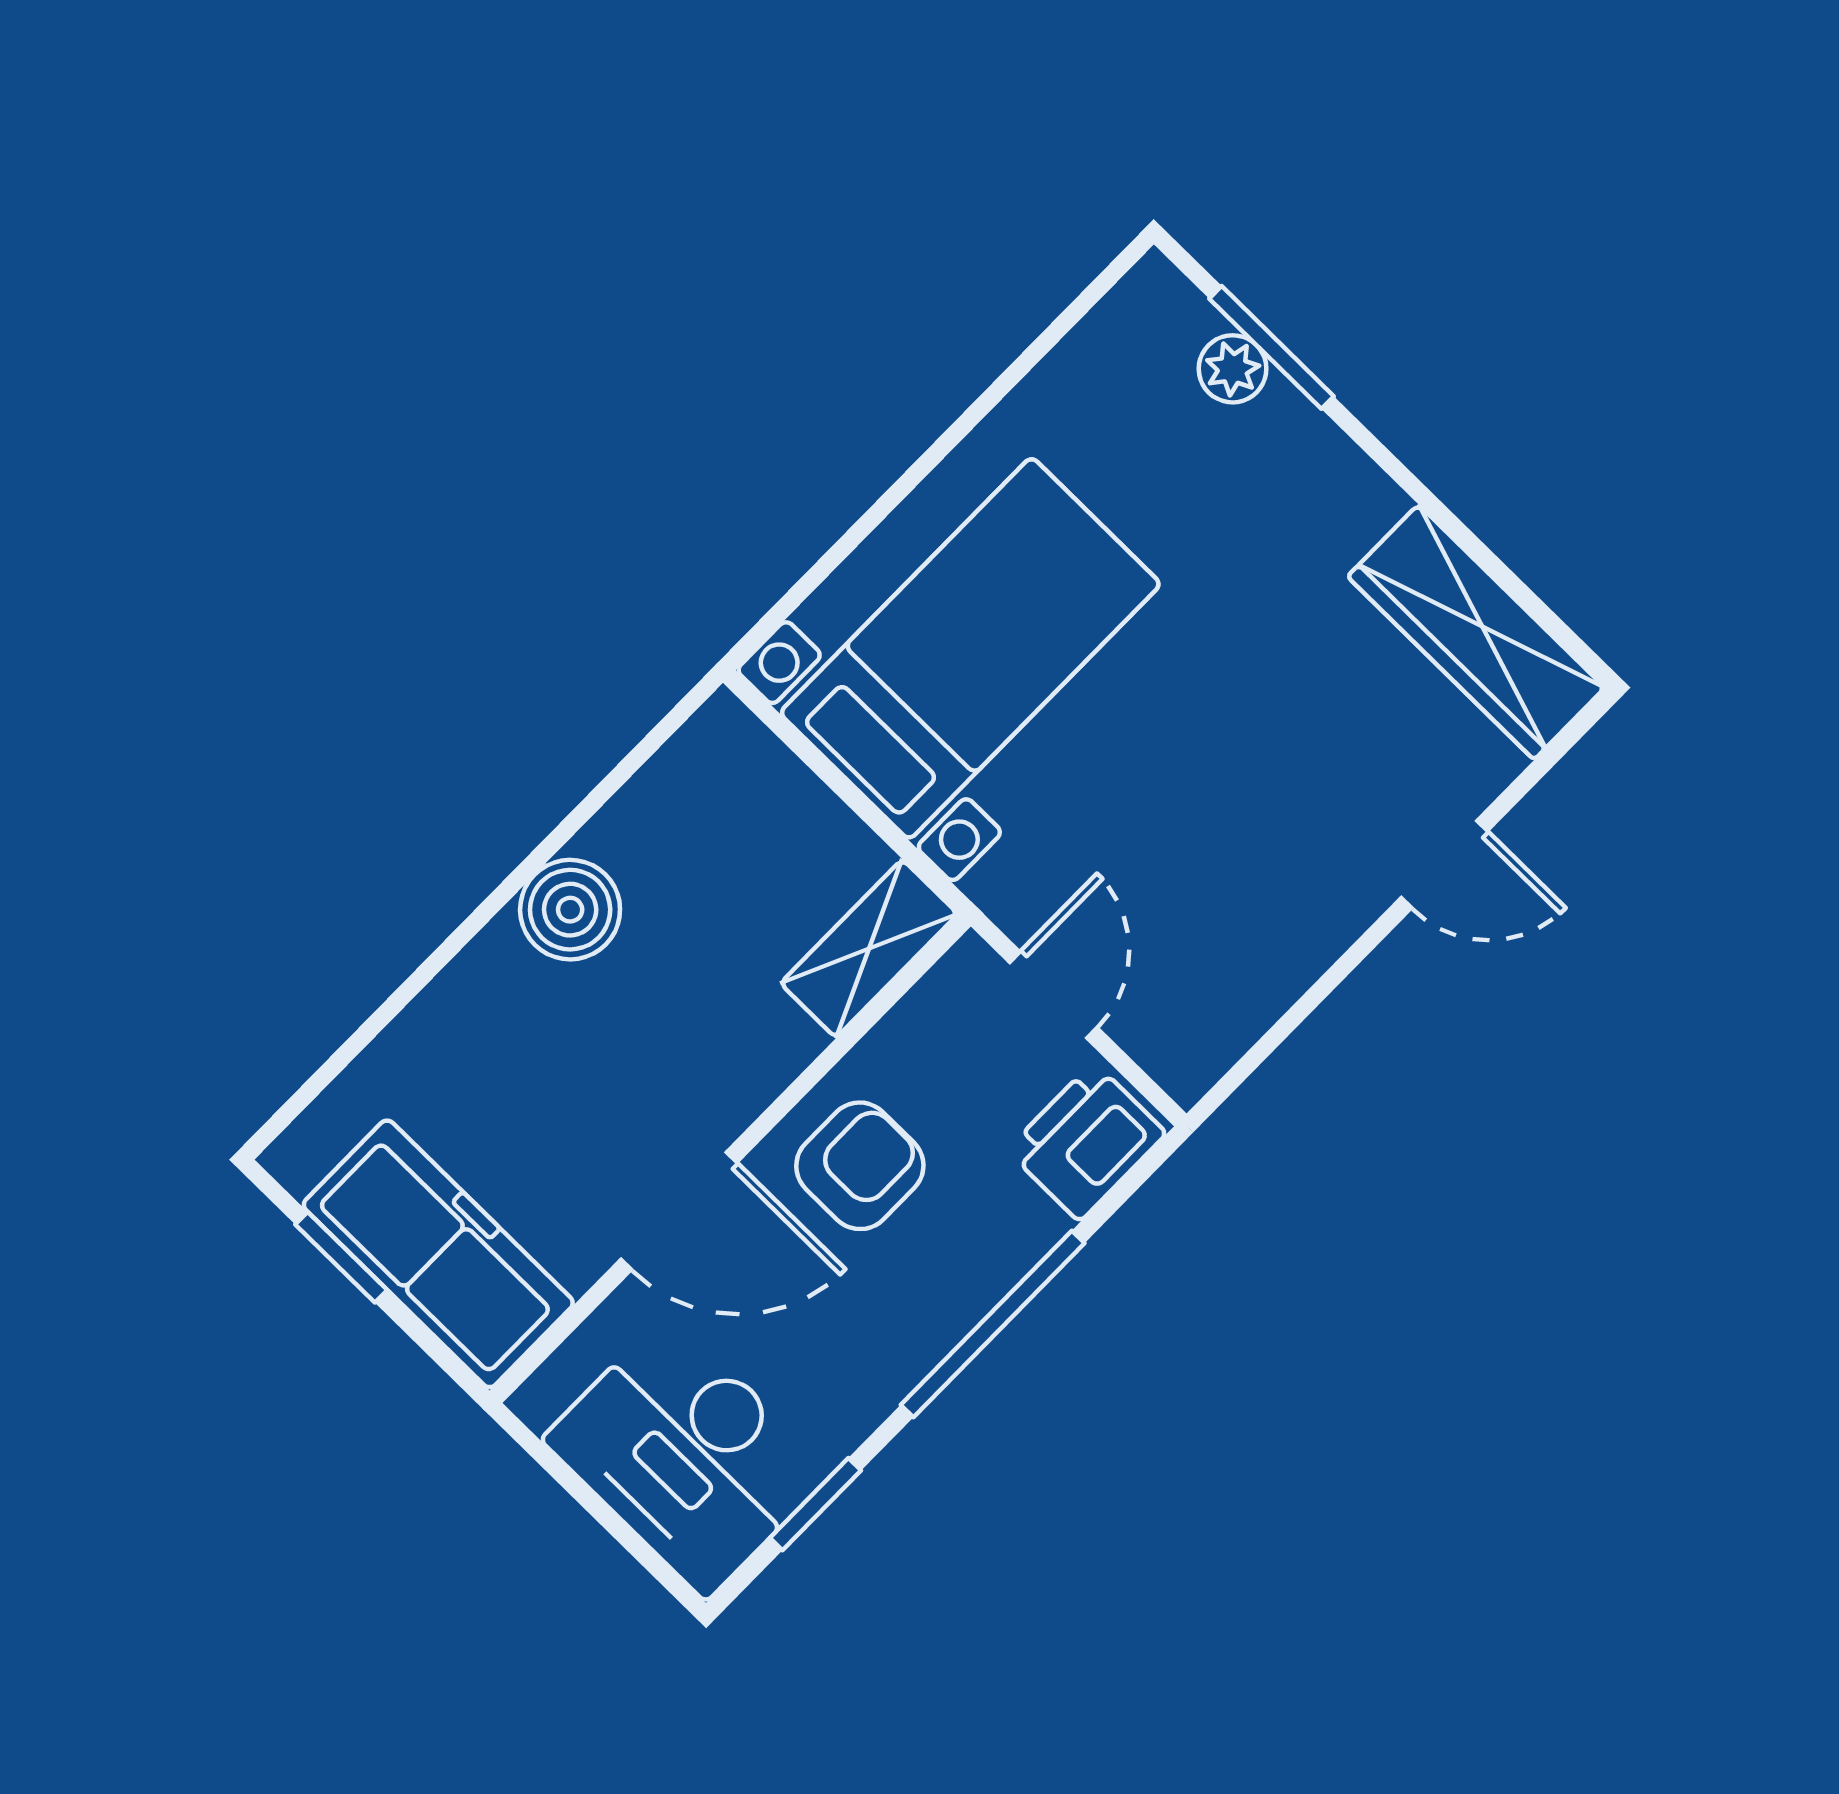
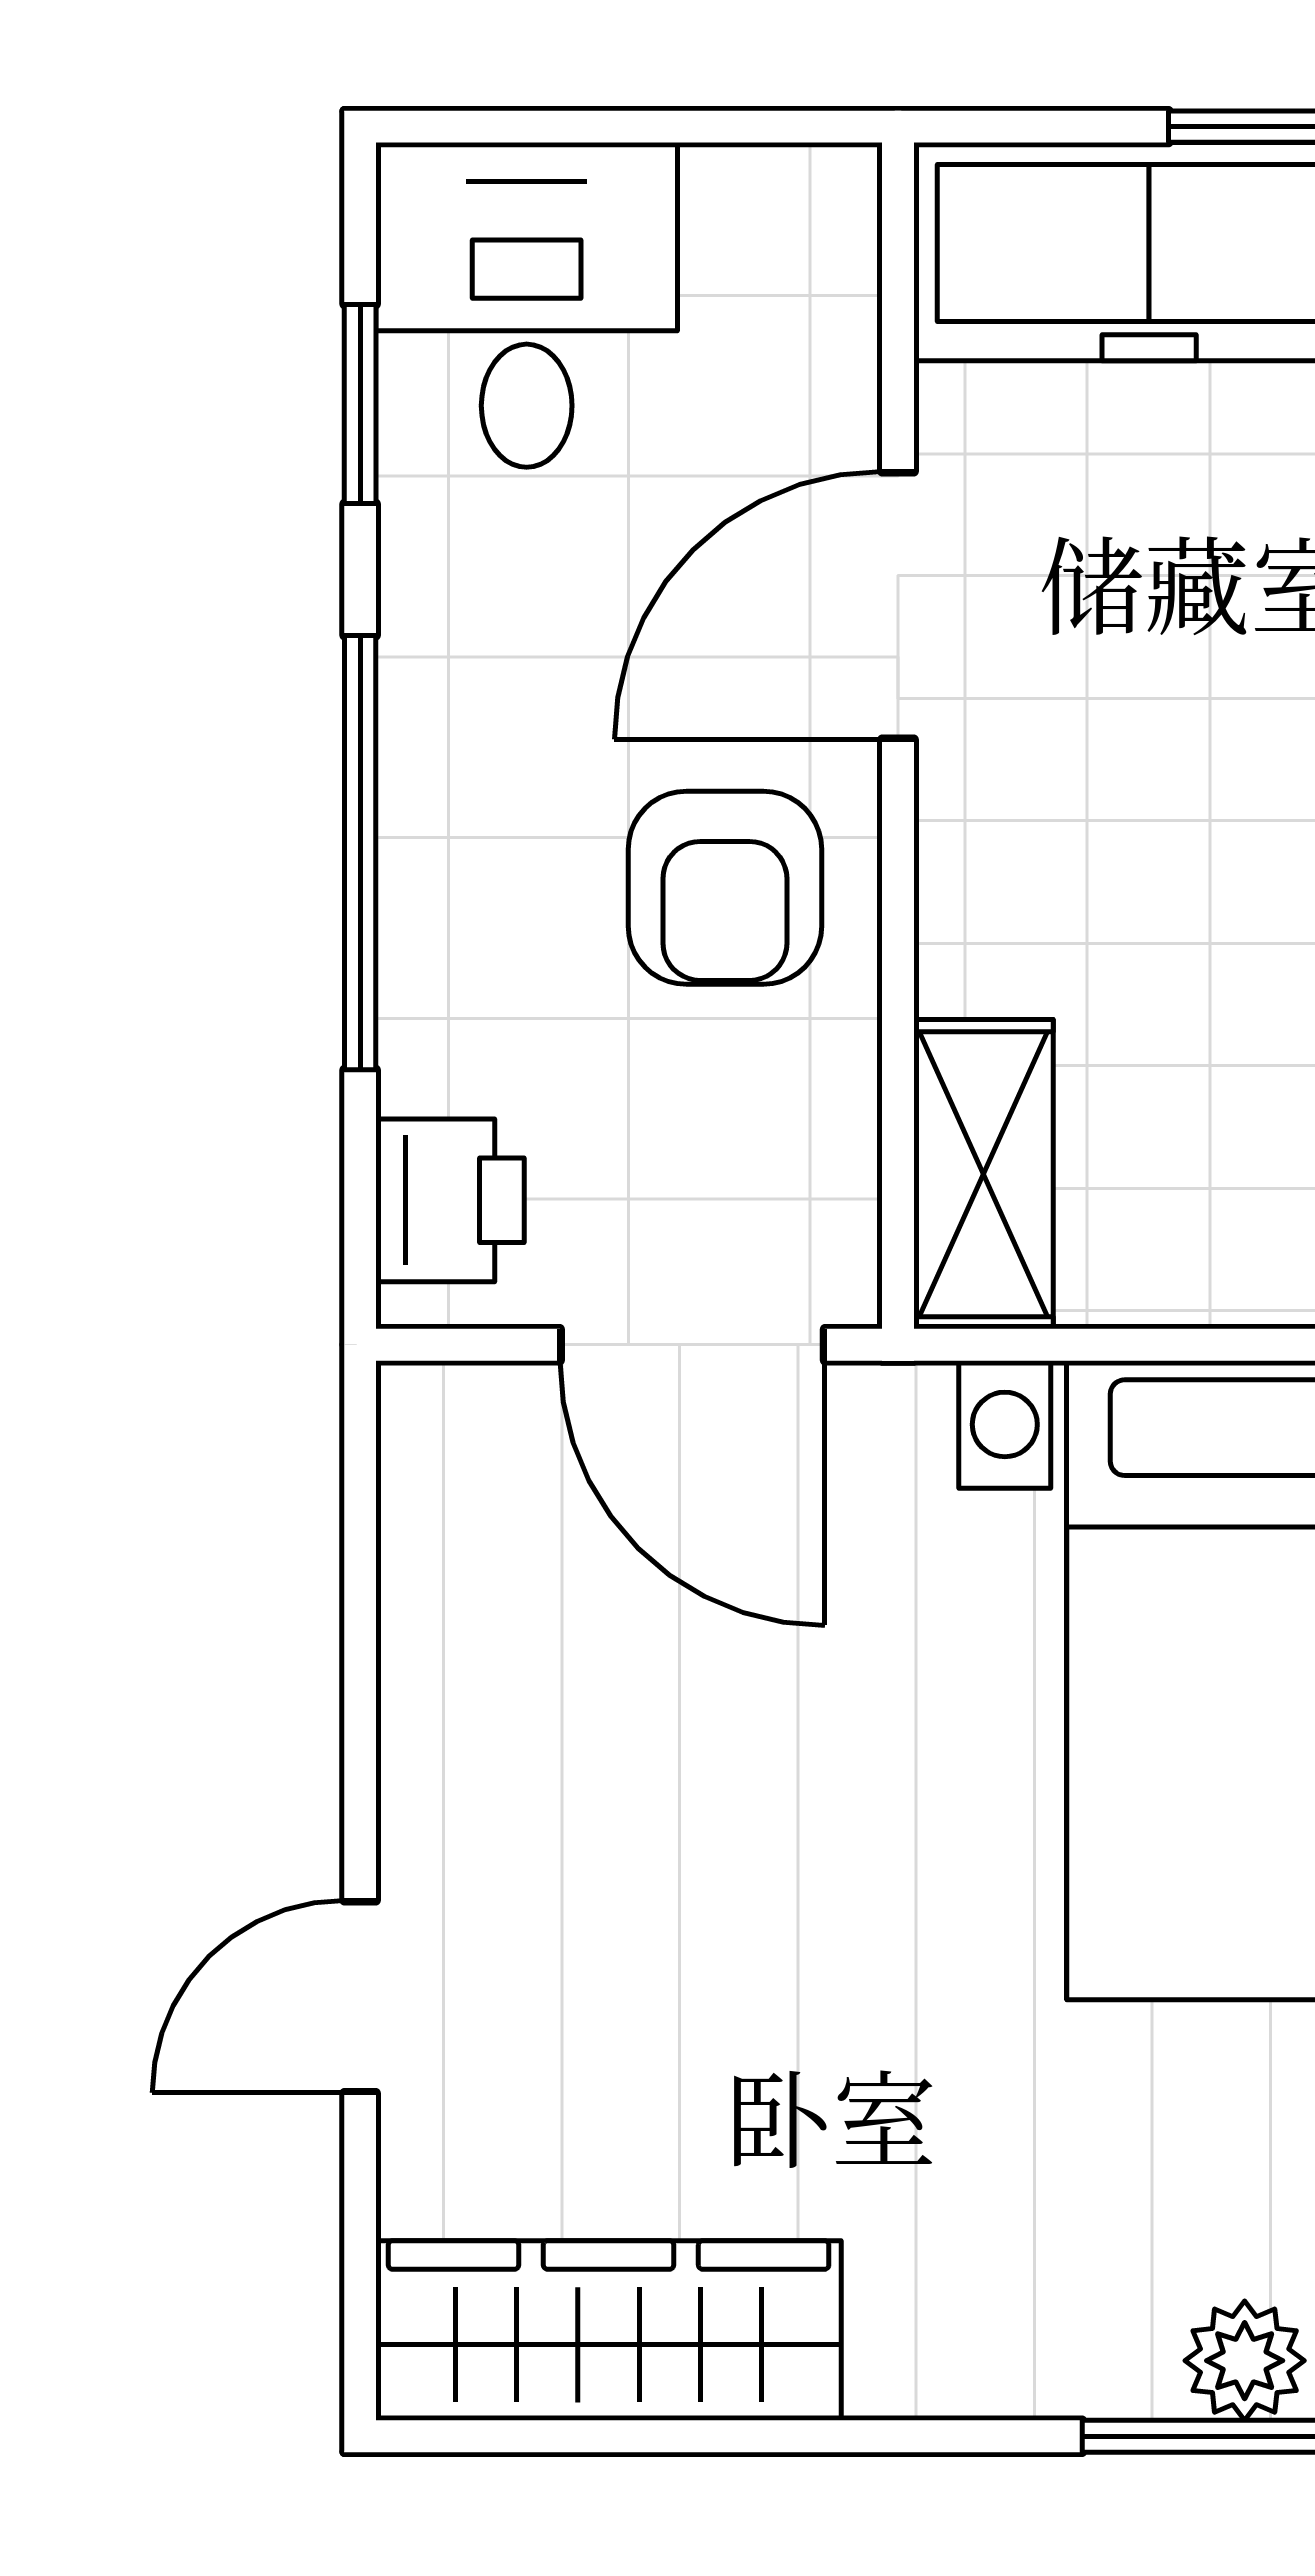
door: (1053, 995) -> (692, 1345), width x1.38
printer: (1087, 1142) -> (450, 1200), width x0.73, depth x0.81
desk: (687, 1456) -> (527, 305), width x0.73

